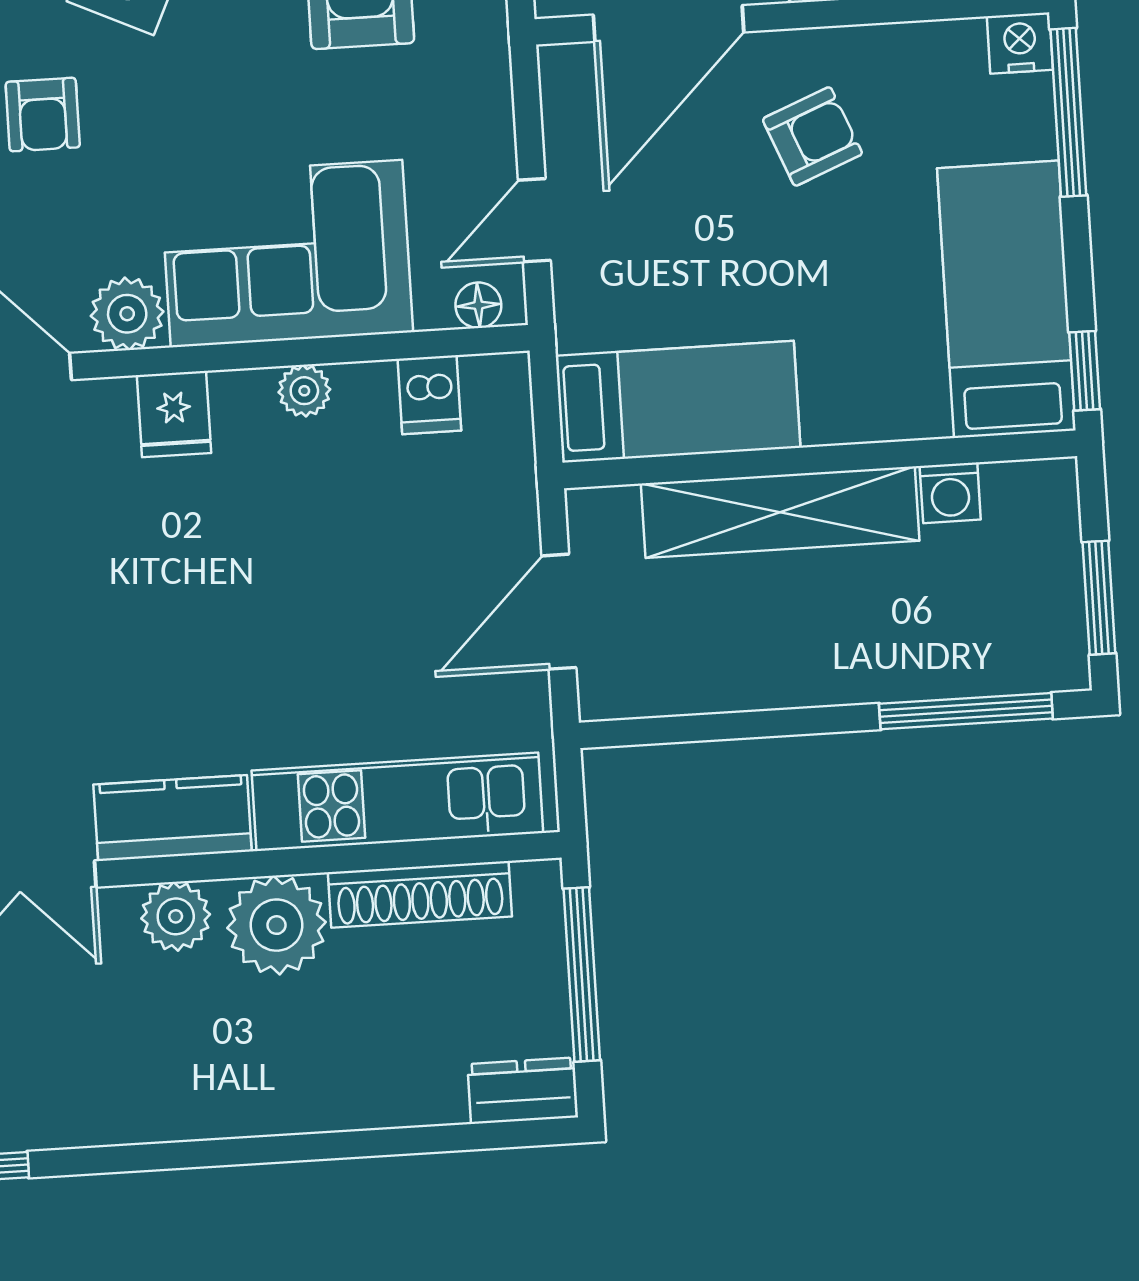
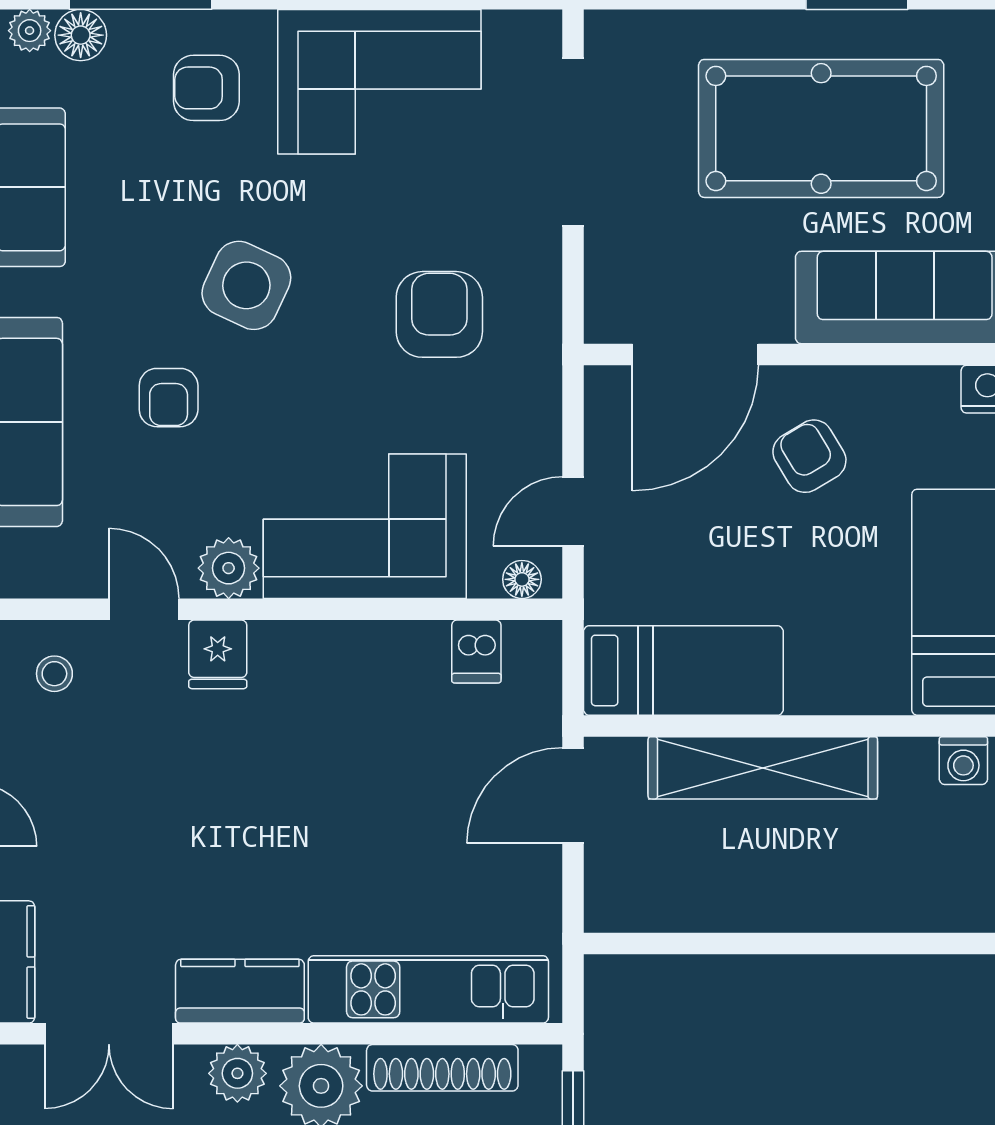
armchair: (812, 136) -> (809, 456), turned -99
plant: (304, 391) -> (372, 642), removed
fridge: (174, 414) -> (218, 654), moved
washing machine: (950, 493) -> (963, 761), moved
door: (559, 612) -> (573, 796), moved
window: (966, 711) -> (907, 944), removed

